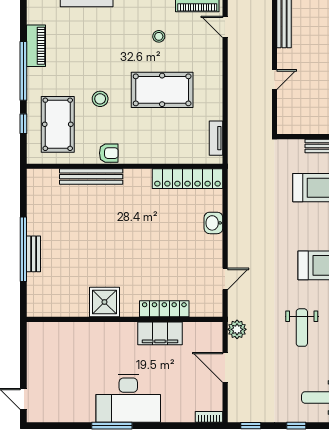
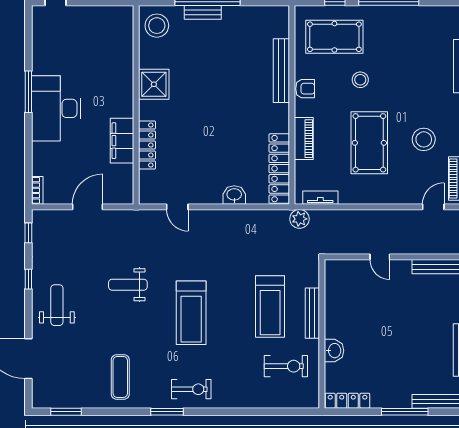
stool: (159, 36) -> (424, 139), width x1.89, depth x1.89
piano: (36, 46) -> (304, 139), moved, turned -90
armchair: (109, 153) -> (305, 89), turned -90
stool: (47, 299) -> (157, 26), added
plant: (237, 329) -> (299, 219), moved

